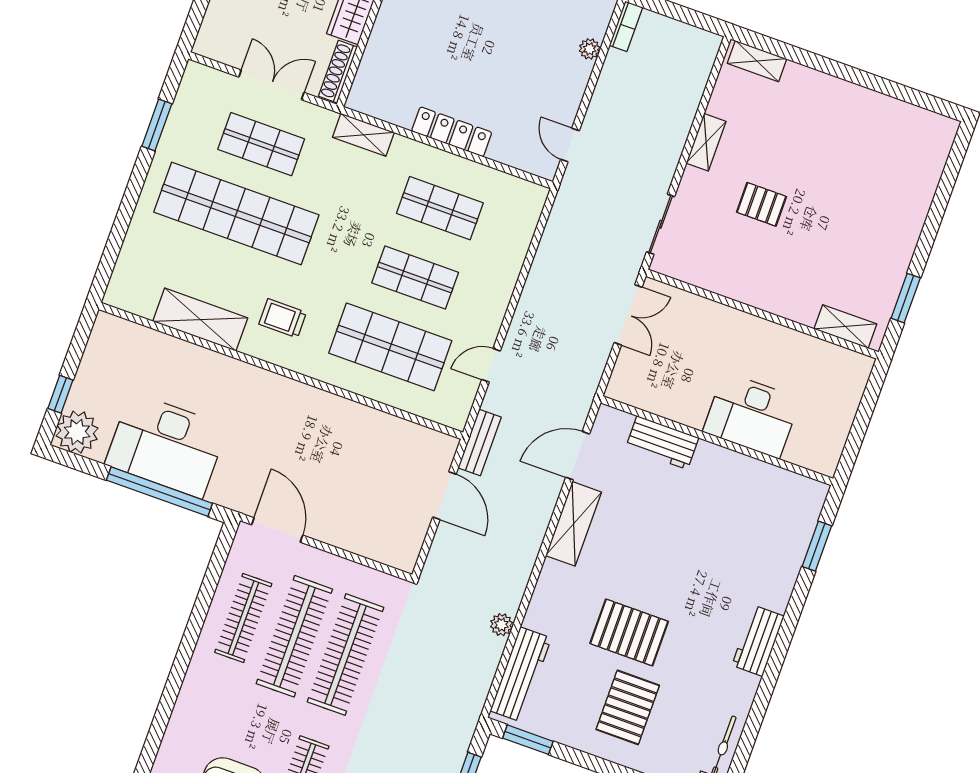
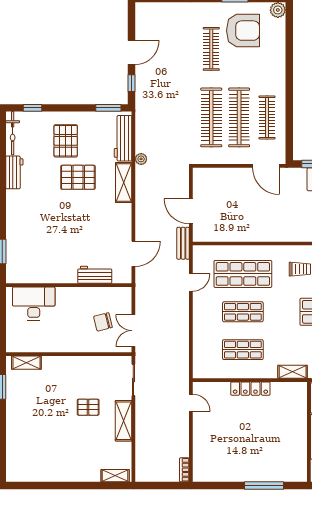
plant: (590, 49) -> (198, 452), removed
shelving: (706, 142) -> (124, 421), width x1.50, depth x1.33
chair: (678, 351) -> (103, 322), added
desk: (752, 415) -> (34, 304), moved
shelving: (574, 524) -> (124, 182), moved
workbench: (758, 641) -> (14, 172), moved

